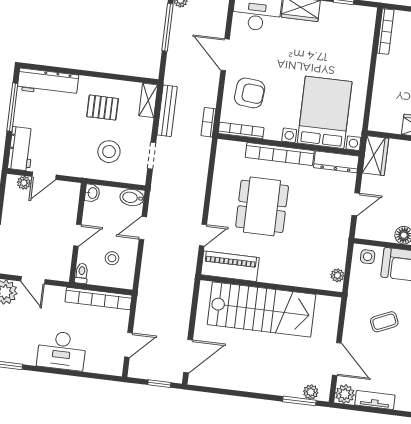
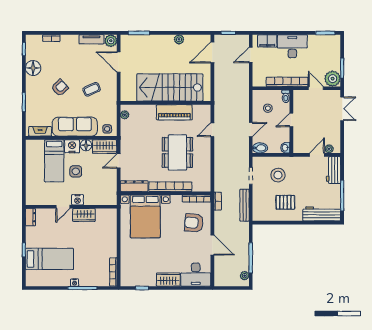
shelving: (148, 100) -> (257, 210), removed
wardrobe: (375, 156) -> (105, 147), moved, turned -90
piano: (230, 266) -> (174, 112), moved
bookcase: (98, 298) -> (287, 82), moved
filing cabinet: (100, 364) -> (267, 41), added
plant: (311, 392) -> (179, 39), moved

